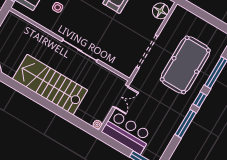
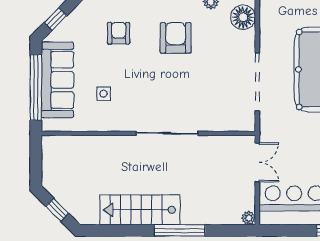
stairs: (50, 85) -> (140, 210), width x0.73, depth x0.66
window: (55, 109) -> (180, 230), added

